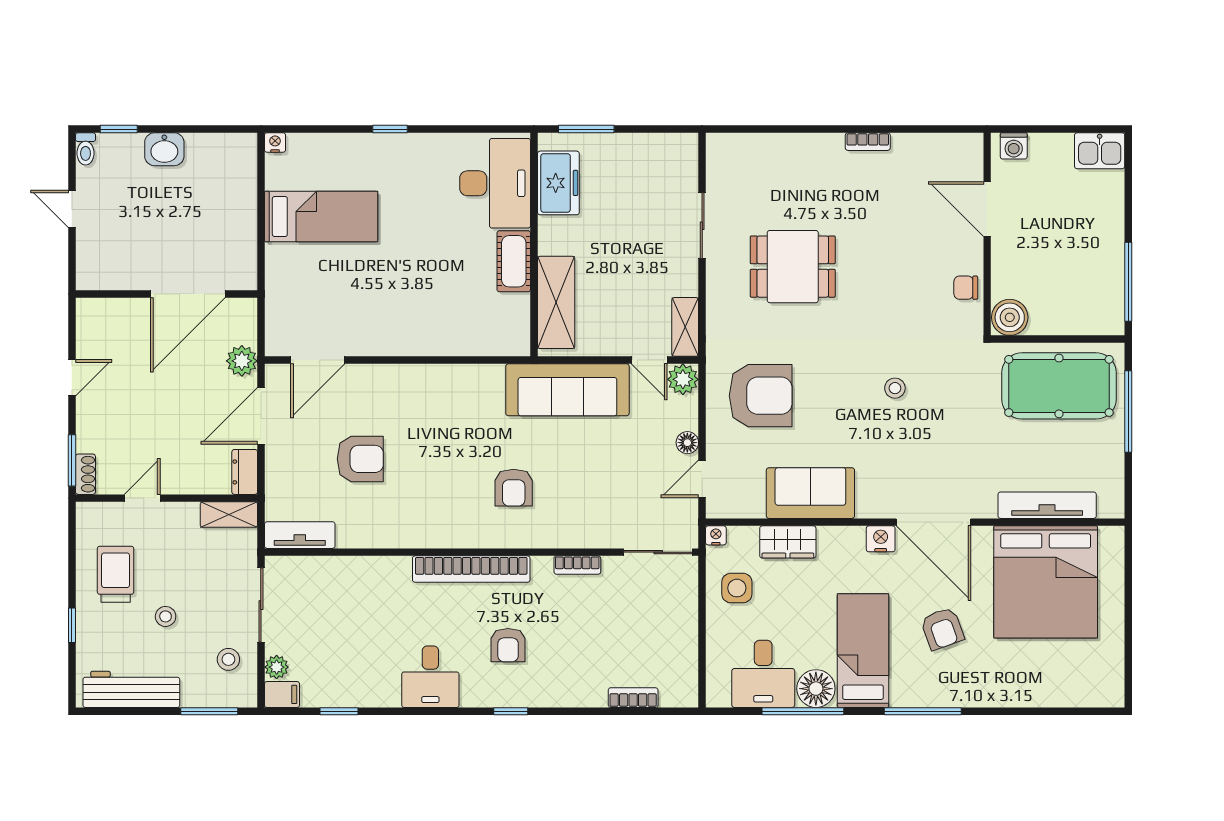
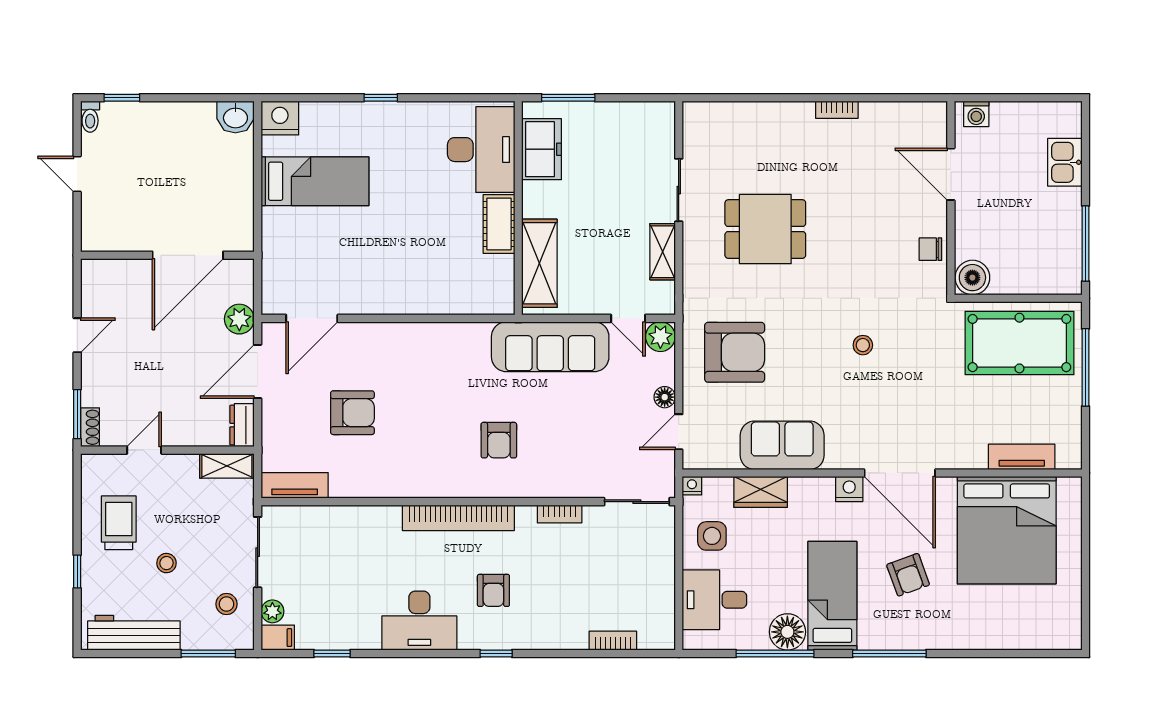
nightstand: (275, 143) -> (280, 118), width x1.89, depth x1.79
washbasin: (164, 149) -> (235, 117), moved
kitchen sink: (1100, 151) -> (1065, 162), moved, turned 90
shelving: (685, 327) -> (663, 252), moved
tv unit: (1047, 505) -> (1022, 457), width x0.71
desk: (763, 674) -> (714, 600), moved, turned 90
desk: (430, 677) -> (419, 621), width x1.37

